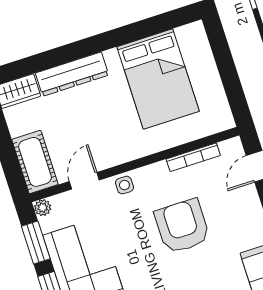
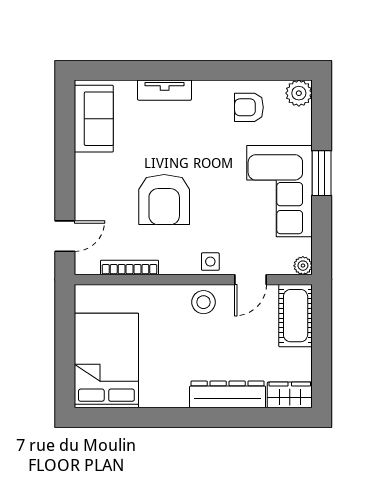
bed: (158, 79) -> (106, 361), moved
stool: (119, 148) -> (203, 302), added
window: (36, 242) -> (322, 232), removed

